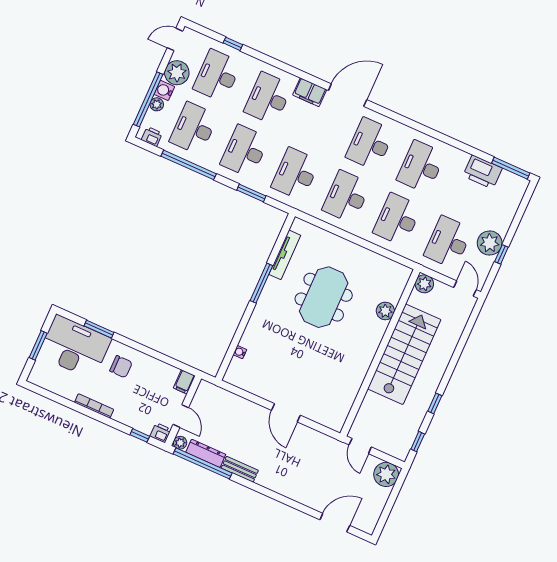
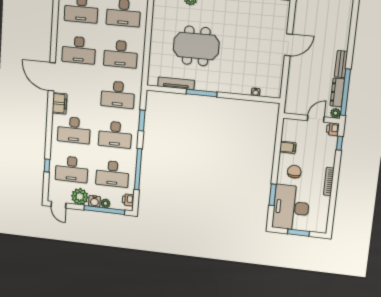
filing cabinet: (184, 382) -> (288, 147), moved

